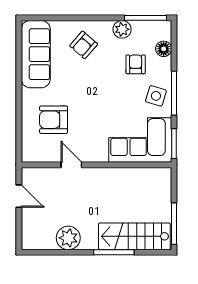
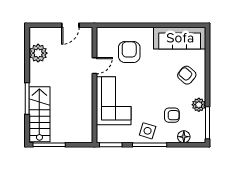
corner sofa: (140, 140) -> (114, 101), moved
plant: (68, 238) -> (38, 53), moved

